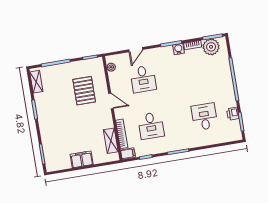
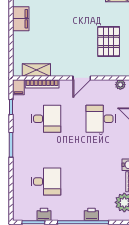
printer: (226, 73) -> (91, 214), added
pallet: (84, 91) -> (109, 41), moved, turned 90
desk: (151, 126) -> (46, 119), turned 180
filing cabinet: (82, 159) -> (21, 19), moved

